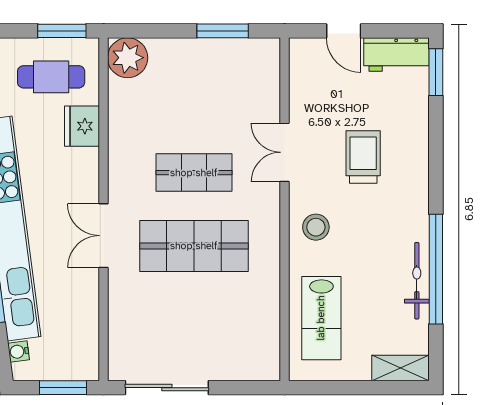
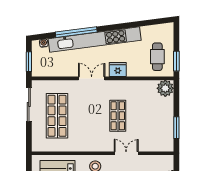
fridge: (82, 126) -> (118, 69), moved
shop shelf: (194, 246) -> (57, 116), moved

